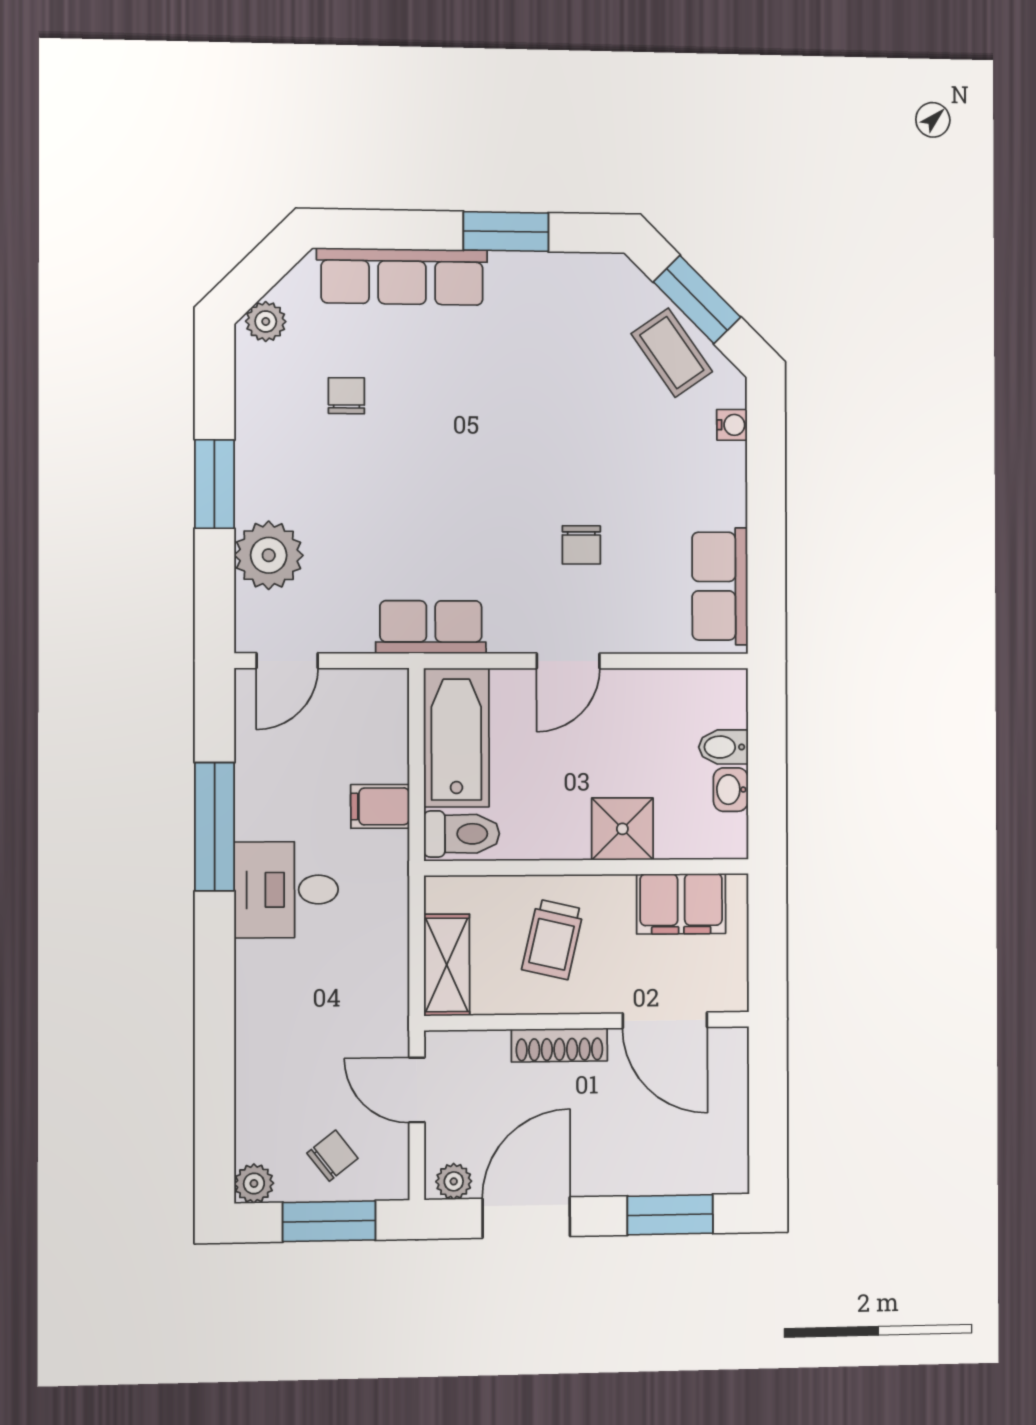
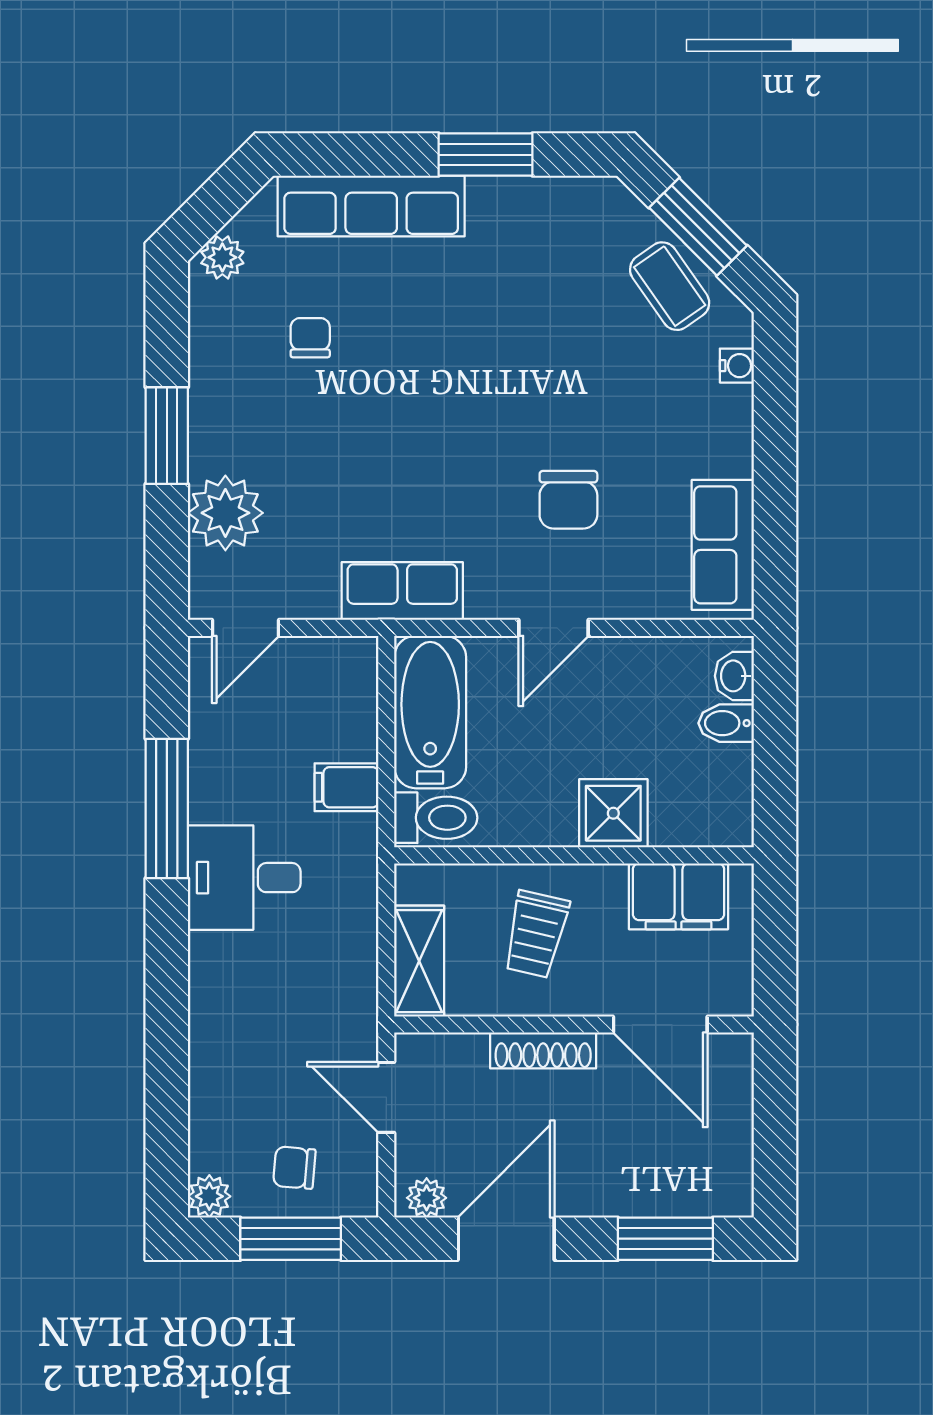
chair: (581, 545) -> (568, 500), width x1.37, depth x1.37
washbasin: (731, 790) -> (734, 676), moved
chair: (332, 1156) -> (294, 1168), turned -137

